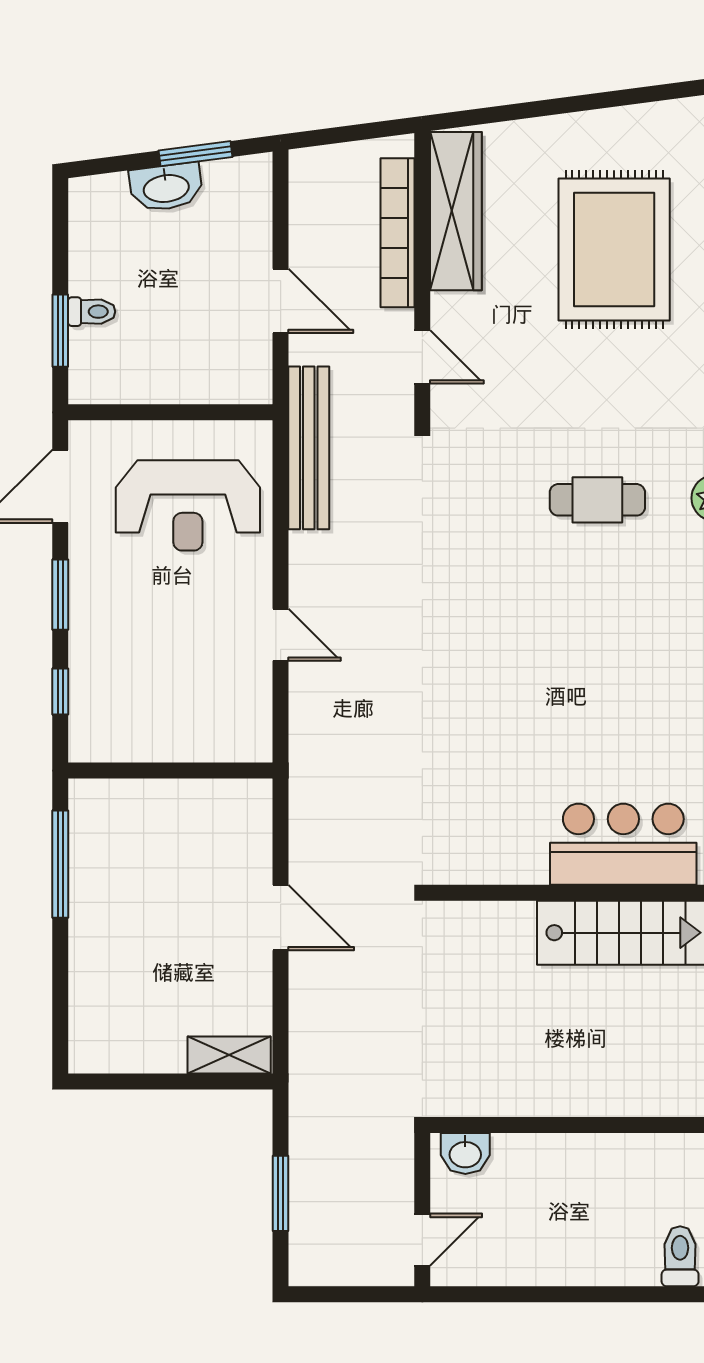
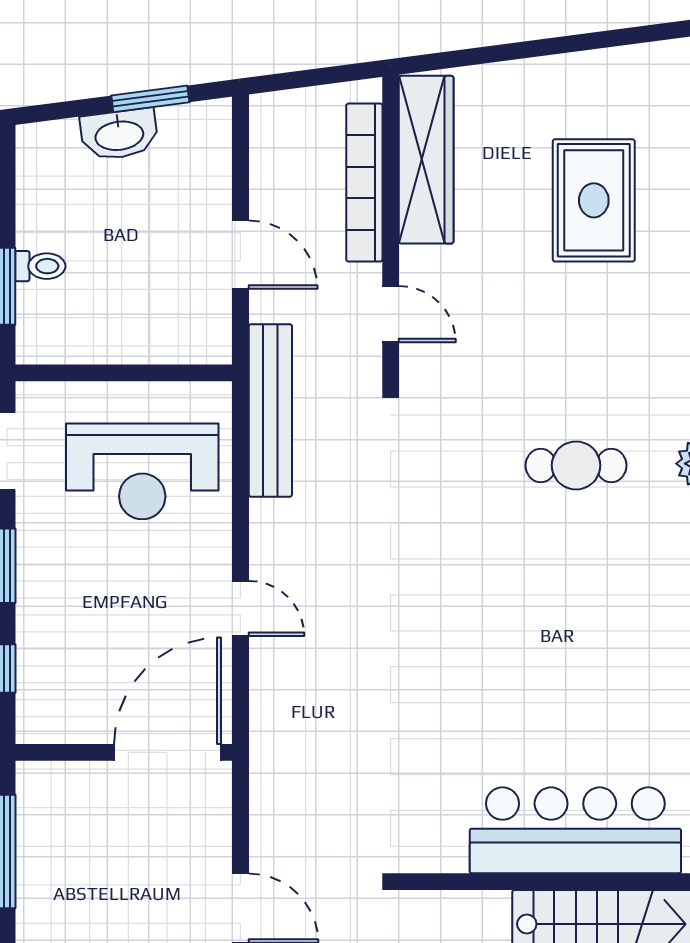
rug: (614, 250) -> (594, 200), width x0.73, depth x0.69
door: (212, 771) -> (168, 752), added
bar counter: (623, 844) -> (575, 830), width x1.36

